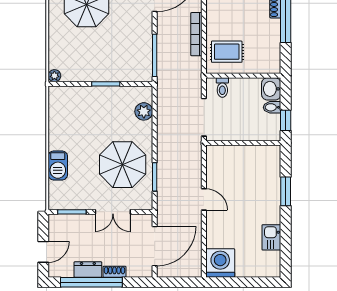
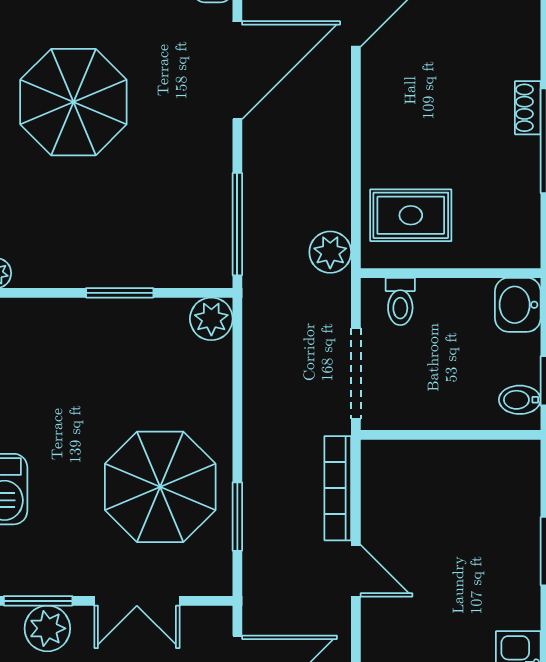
bookcase: (196, 34) -> (338, 488), moved
plant: (193, 67) -> (330, 252), added
bidet: (272, 107) -> (520, 400), moved
plant: (144, 111) -> (211, 319), moved
plant: (76, 223) -> (47, 628), added

